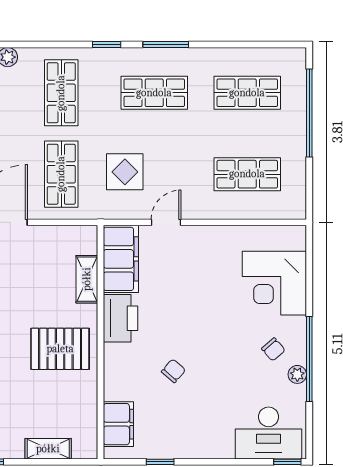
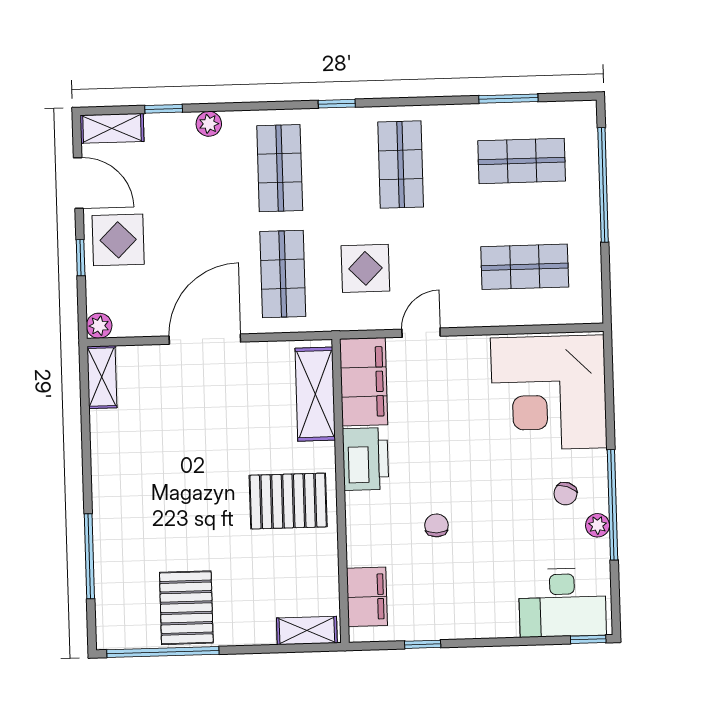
window: (166, 45) -> (508, 99), moved
shop shelf: (154, 93) -> (401, 165), turned 90
shelving: (87, 279) -> (315, 394), width x1.50, depth x1.33
corner desk: (274, 283) -> (549, 393), width x1.36, depth x1.36
chair: (273, 349) -> (565, 494), turned 61
chair: (173, 371) -> (436, 525), turned -41
shelving: (48, 449) -> (307, 631), moved

